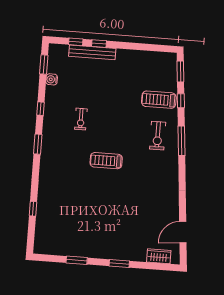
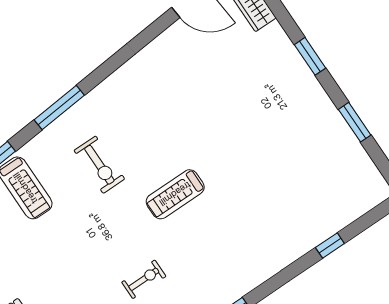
exercise bike: (158, 136) -> (99, 165), moved, turned 90
treadmill: (106, 161) -> (175, 194), turned 90

